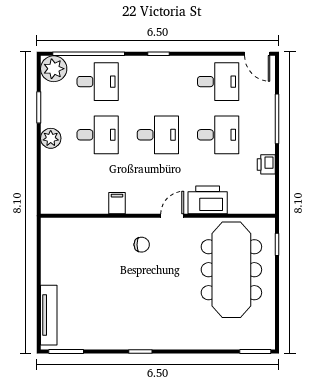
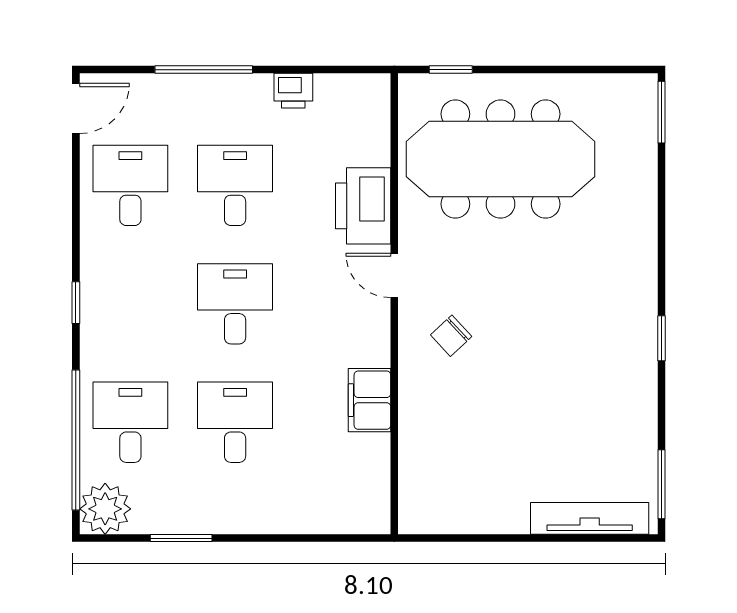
plant: (51, 138) -> (242, 515), removed
filing cabinet: (117, 203) -> (369, 400), width x2.00
chair: (142, 245) -> (451, 336), turned -133

